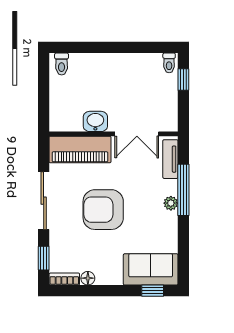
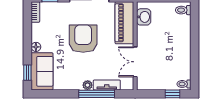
washbasin: (95, 121) -> (144, 17), moved
tv unit: (170, 159) -> (107, 85), moved
floor lamp: (88, 278) -> (36, 47), moved

